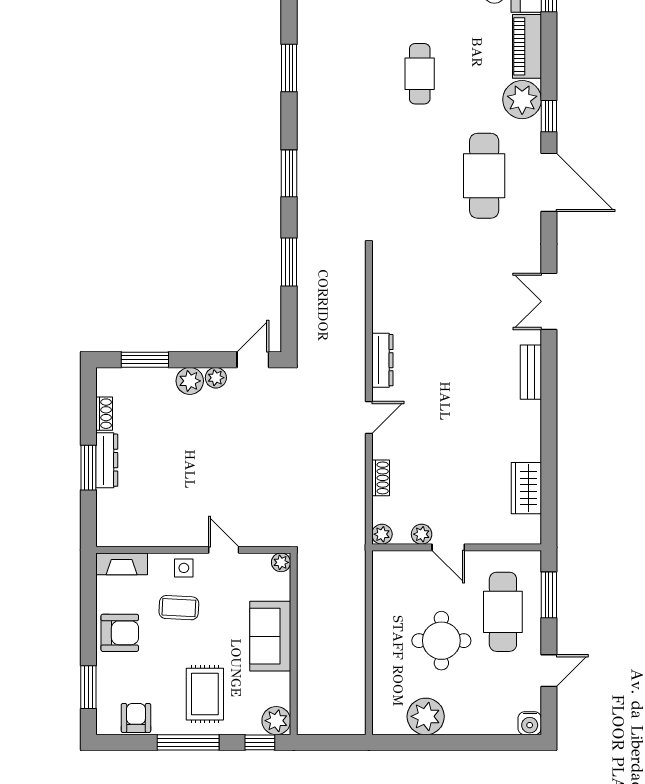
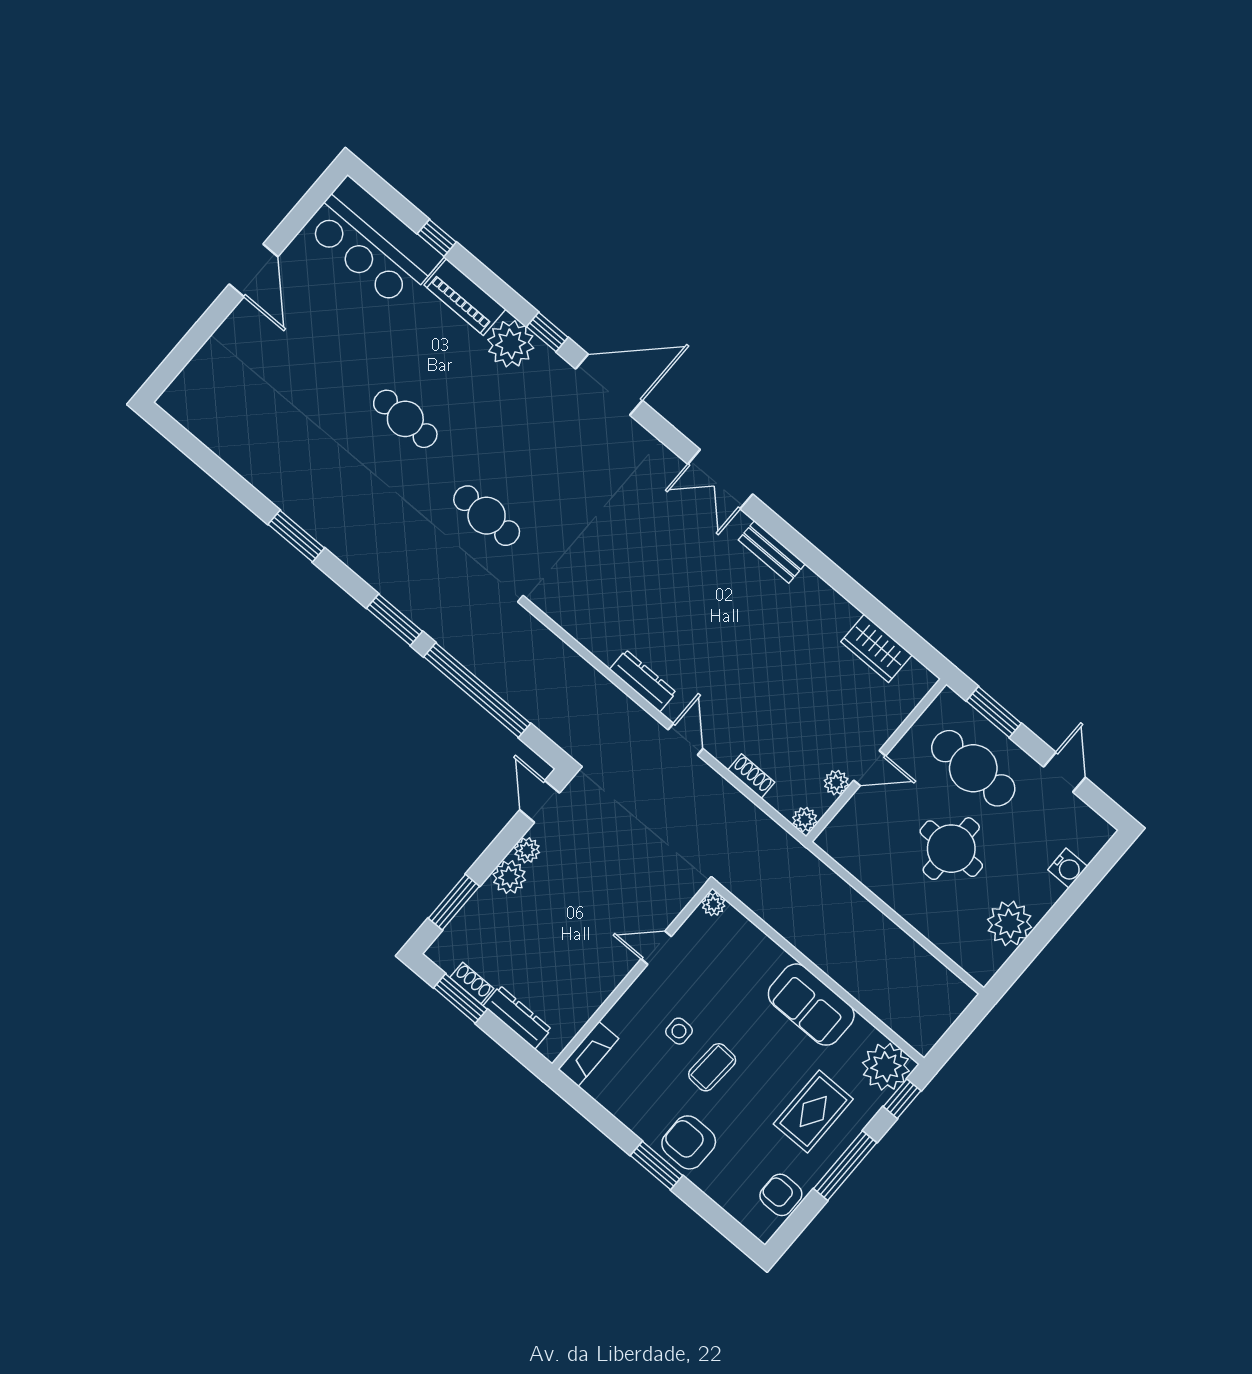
cafe table: (484, 176) -> (487, 516), moved, width x0.73, depth x0.74
window: (289, 262) -> (477, 690), width x2.11
window: (88, 468) -> (460, 999), moved
wall: (193, 550) -> (632, 976), moved
door: (224, 550) -> (656, 948), moved
plant: (281, 562) -> (713, 904), moved
fireplace: (122, 564) -> (588, 1054), moved
armchair: (120, 633) -> (689, 1142), turned -90
window: (88, 687) -> (656, 1165), moved
rug: (205, 694) -> (813, 1112), turned 90
plant: (276, 721) -> (886, 1067), width x1.36, depth x1.36
water cooler: (530, 723) -> (1068, 868), moved

